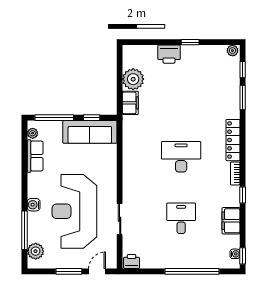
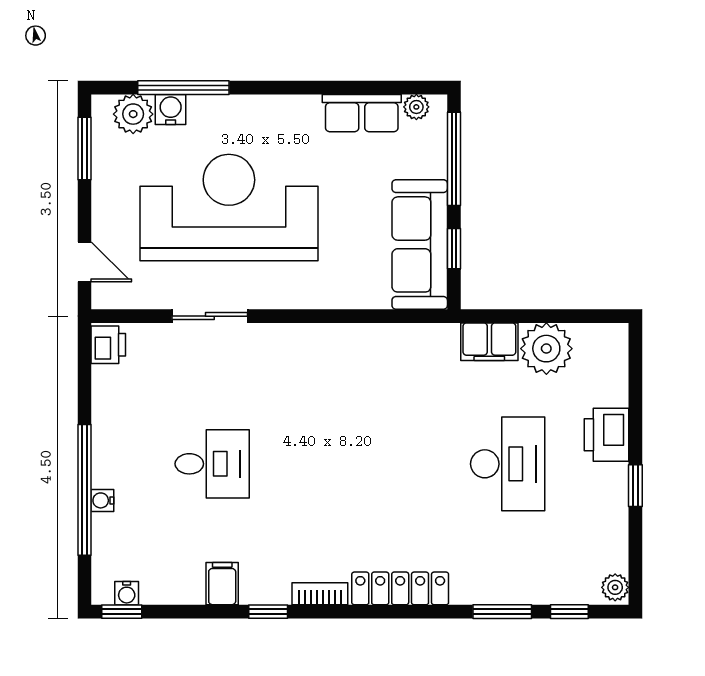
desk: (181, 157) -> (508, 464), moved
water cooler: (34, 205) -> (171, 110), moved
filing cabinet: (231, 221) -> (222, 584), width x0.50
water cooler: (196, 264) -> (102, 500), added
window: (69, 271) -> (85, 149), moved

